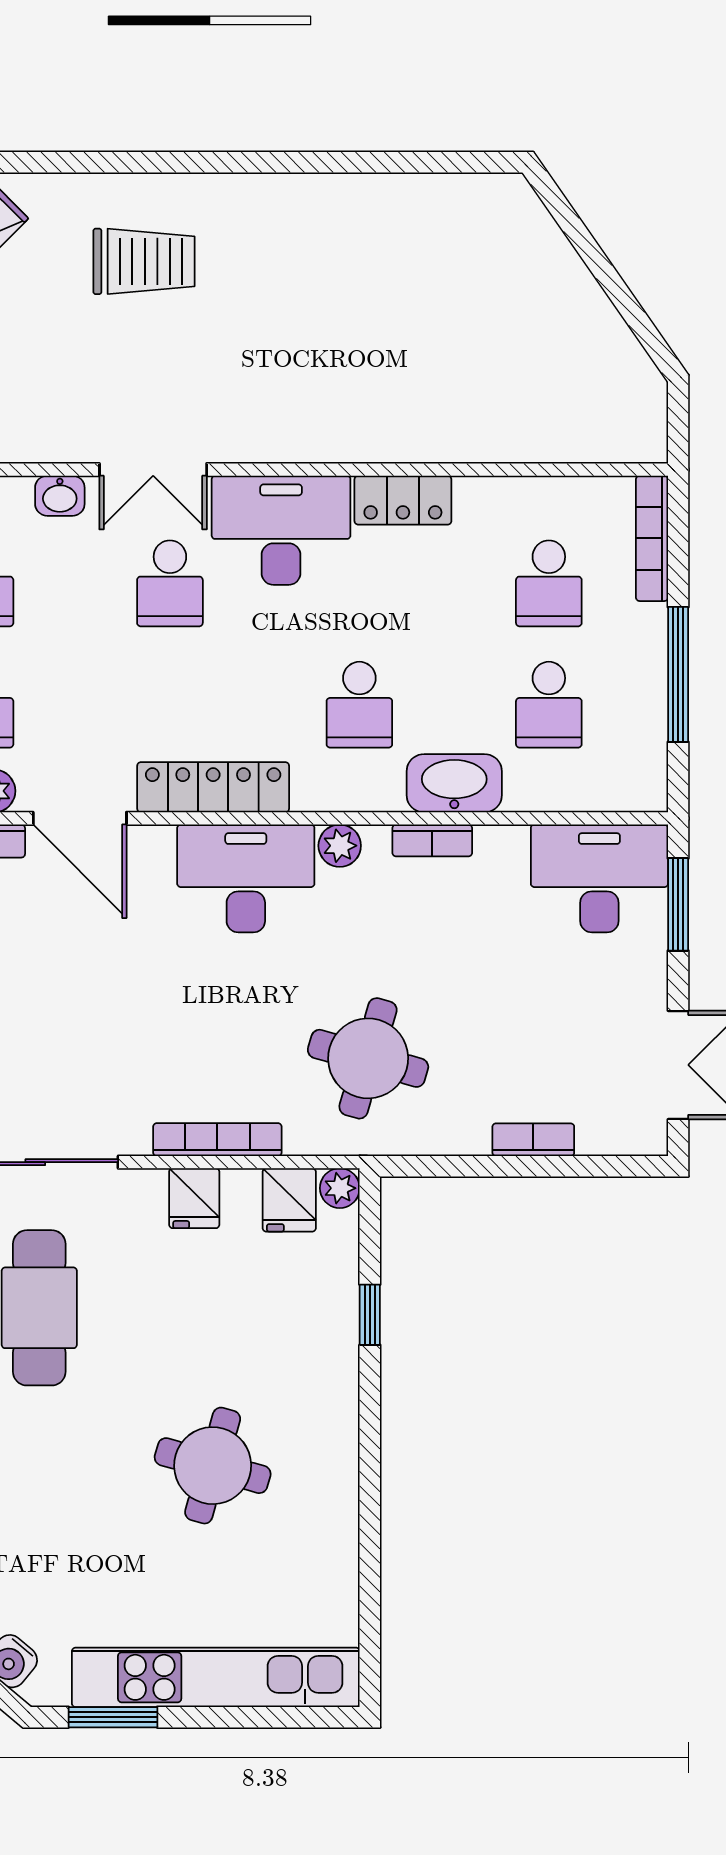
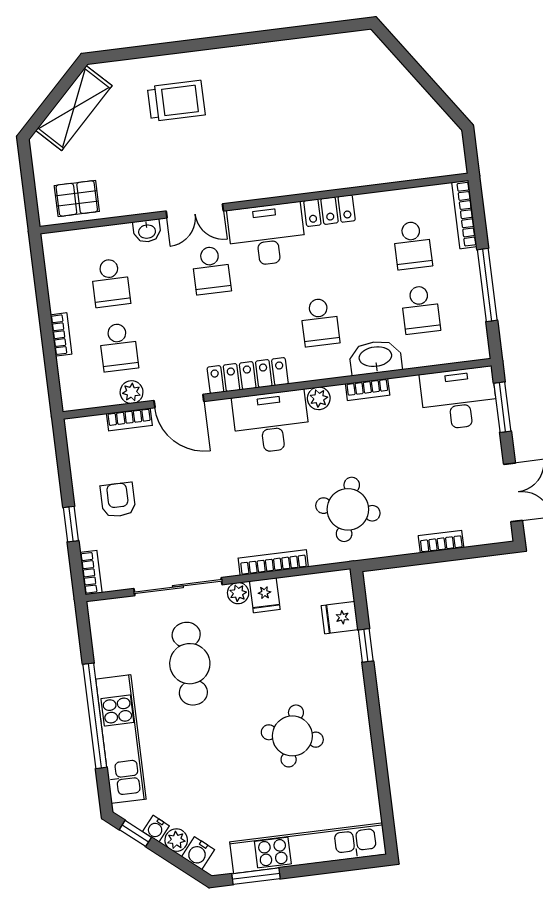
plant: (340, 1188) -> (238, 593), moved
fridge: (289, 1200) -> (340, 618), moved, turned 90

